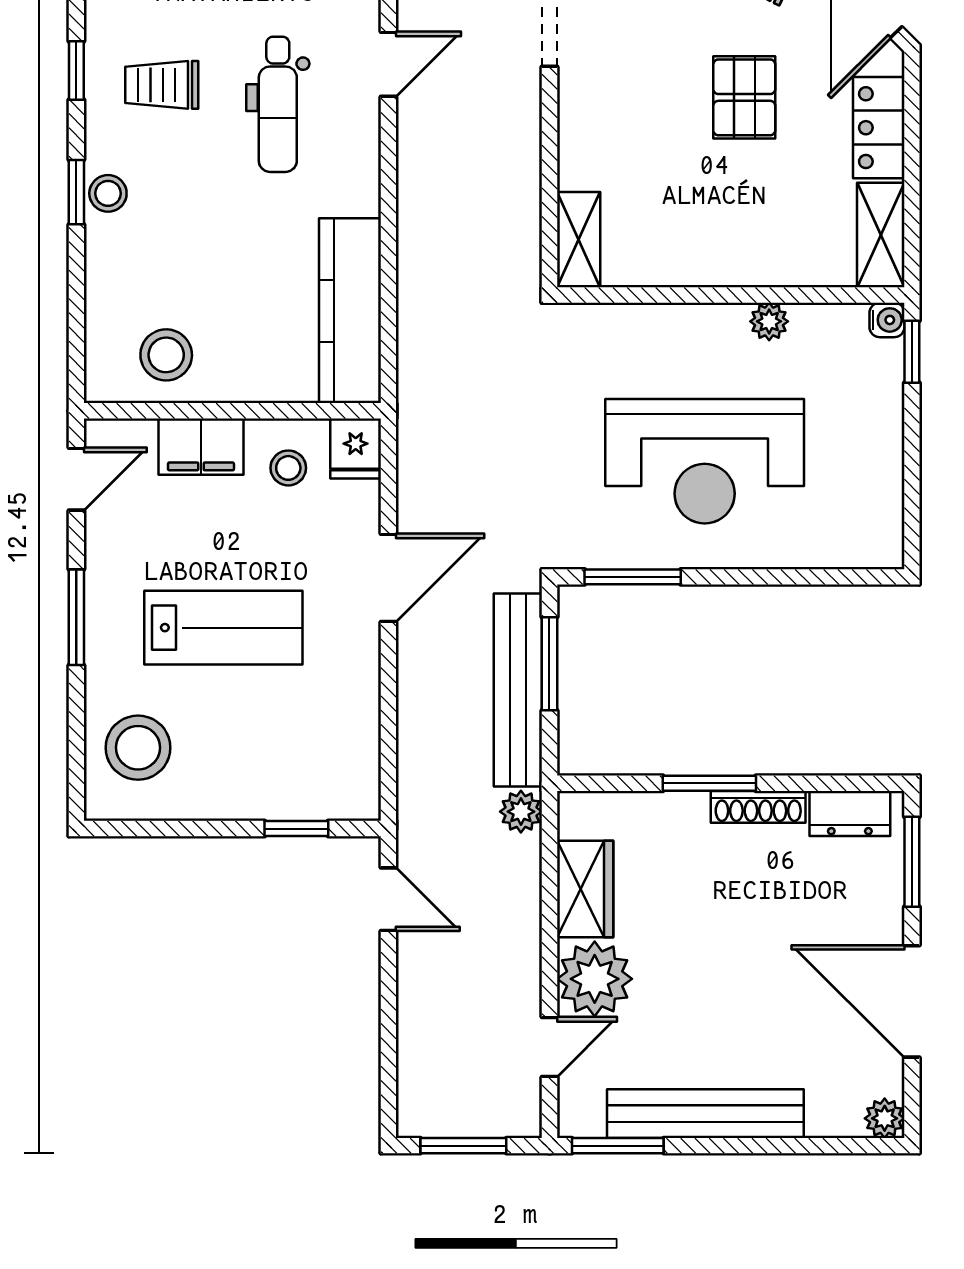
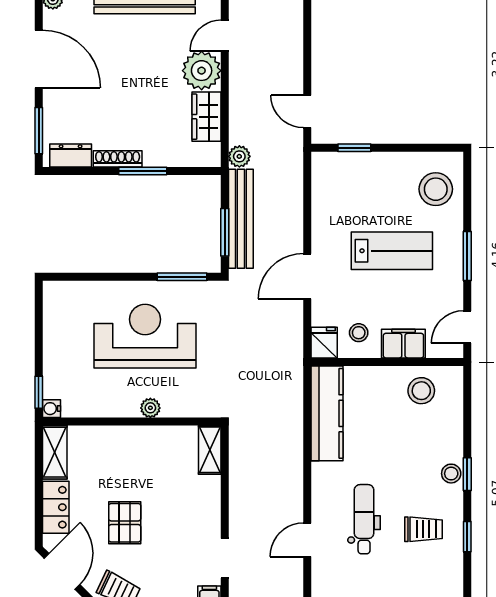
plant: (769, 321) -> (150, 408), moved
lab bench: (223, 628) -> (392, 251), turned 180

